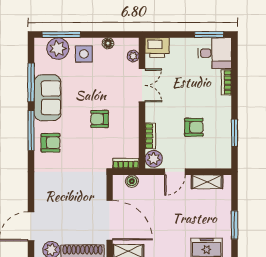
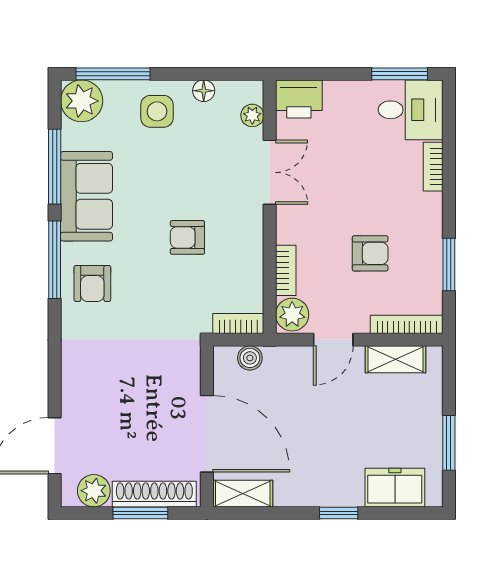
plant: (58, 49) -> (82, 101), moved
armchair: (51, 143) -> (92, 283), turned 90
bookcase: (213, 164) -> (407, 324), added

